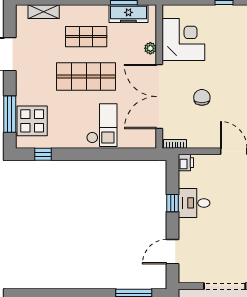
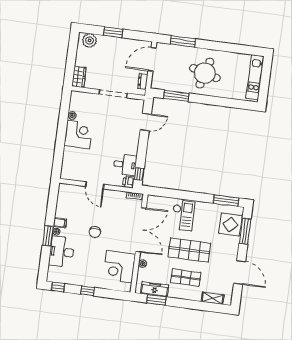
chair: (202, 97) -> (95, 232), moved
checkout: (102, 125) -> (183, 215), turned 180
window: (43, 154) -> (226, 201), width x2.17
window: (173, 203) -> (139, 174), moved
desk: (194, 203) -> (125, 165), moved

